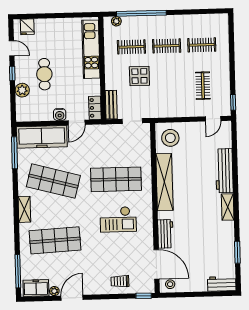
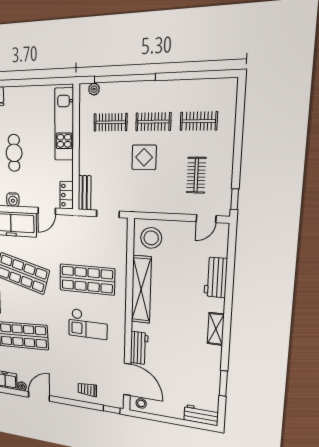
display table: (139, 76) -> (144, 157), moved
water cooler: (60, 114) -> (13, 200), moved
workbench: (224, 171) -> (216, 277), width x0.73

